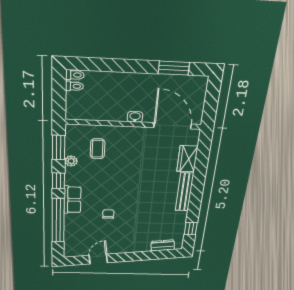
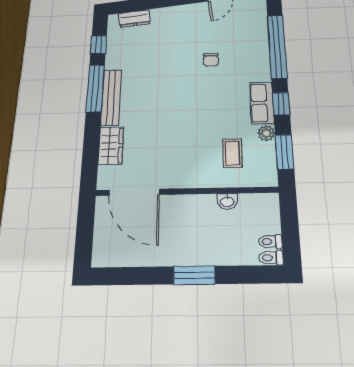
window: (174, 68) -> (194, 275), moved
washbasin: (135, 117) -> (227, 201), moved
window: (196, 199) -> (95, 88), added
row of seats: (72, 200) -> (262, 103), moved

